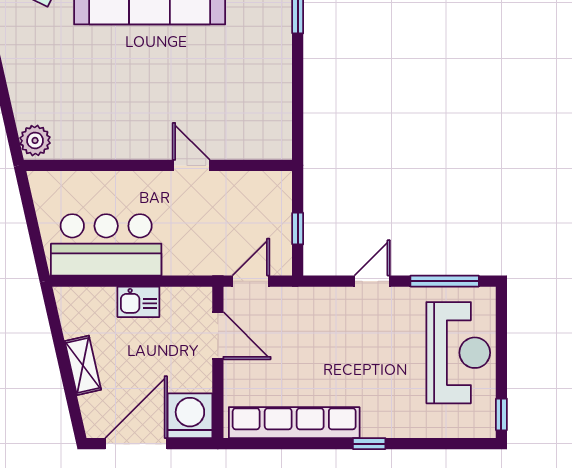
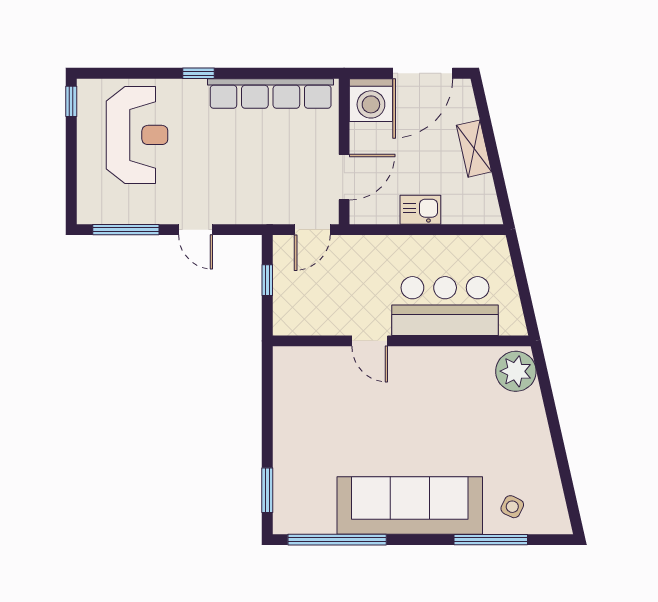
plant: (35, 140) -> (516, 371), width x1.36, depth x1.36
bar counter: (106, 245) -> (445, 306), moved, turned 180
door: (372, 281) -> (196, 230), hinge flipped
door: (218, 336) -> (344, 177), swing flipped
reception desk: (458, 353) -> (137, 135), moved, turned 180

